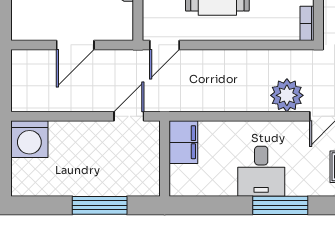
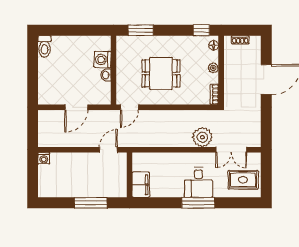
washing machine: (29, 139) -> (44, 158), width x0.53, depth x0.53
filing cabinet: (183, 142) -> (141, 185), moved
desk: (261, 171) -> (198, 182), moved

